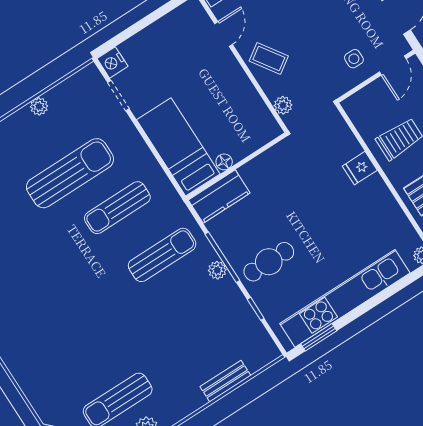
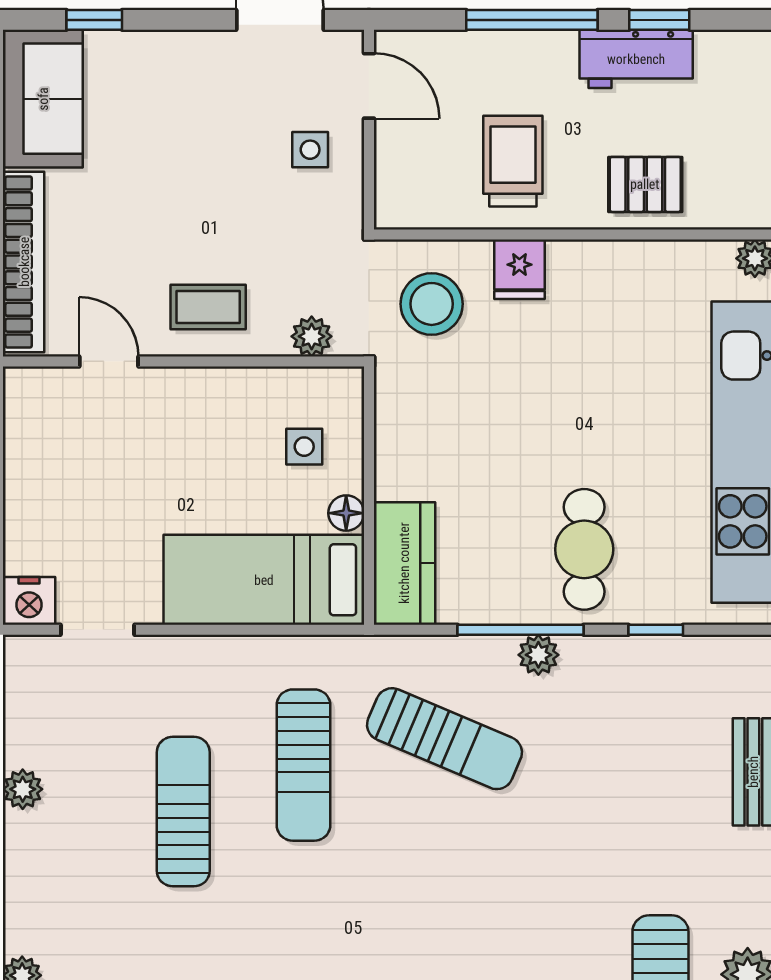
coffee table: (269, 58) -> (208, 307), turned 34
side table: (239, 130) -> (304, 447), added
stool: (325, 143) -> (432, 304), added
sun lounger: (70, 173) -> (183, 812), width x0.73, depth x0.75
sun lounger: (162, 255) -> (444, 739), turned 113

